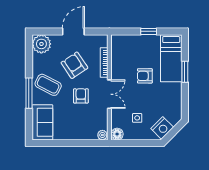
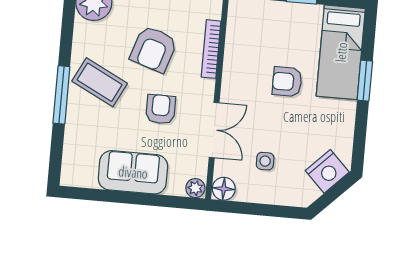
armchair: (74, 65) -> (154, 49), turned -128
double door: (109, 94) -> (214, 130), moved
sofa: (42, 122) -> (133, 172), moved, turned -90
nightstand: (162, 128) -> (327, 171), moved

